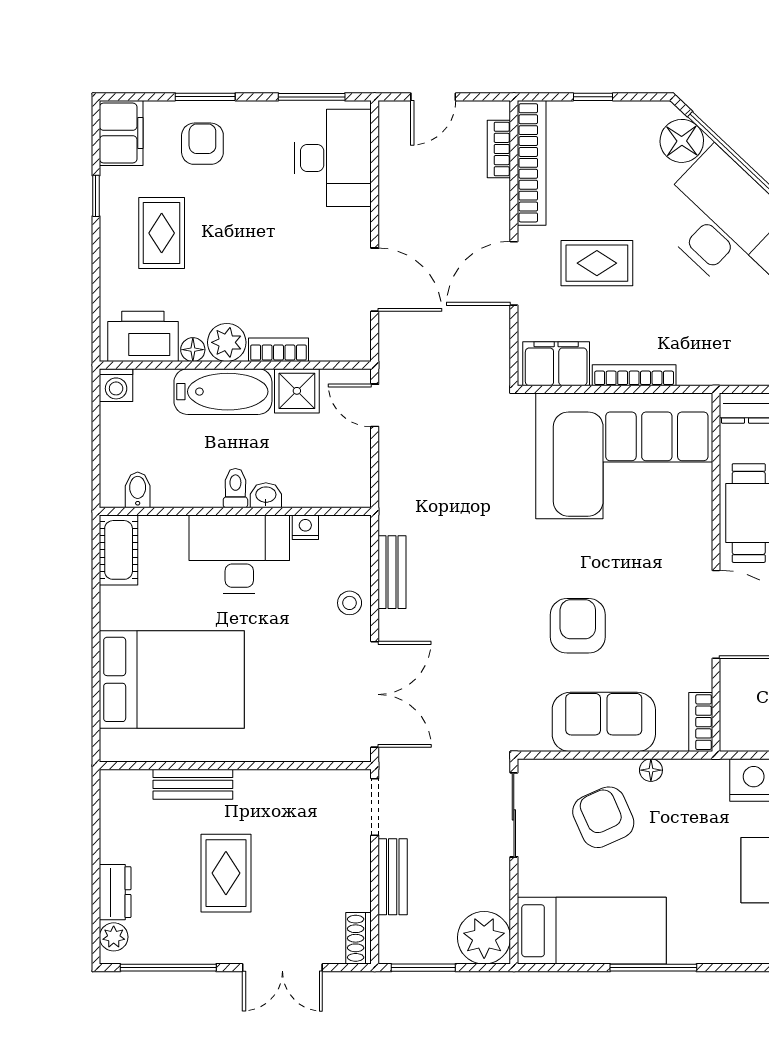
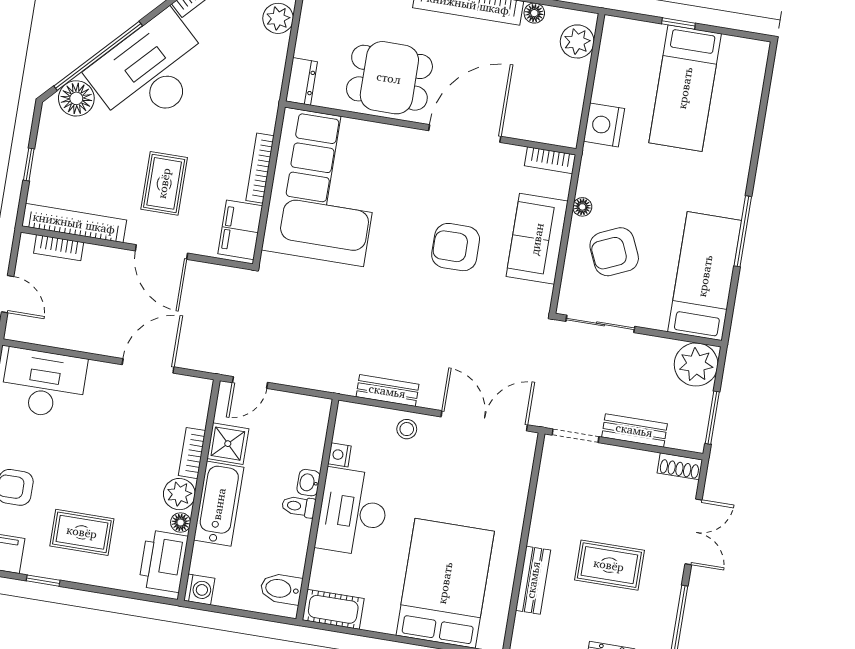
bidet: (138, 490) -> (281, 589), width x1.38, depth x1.36

